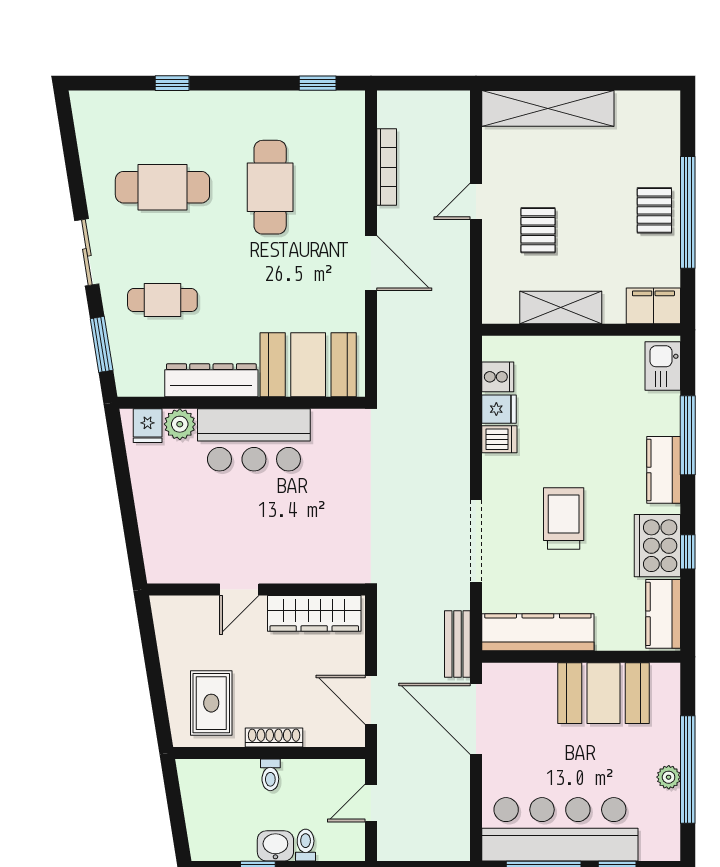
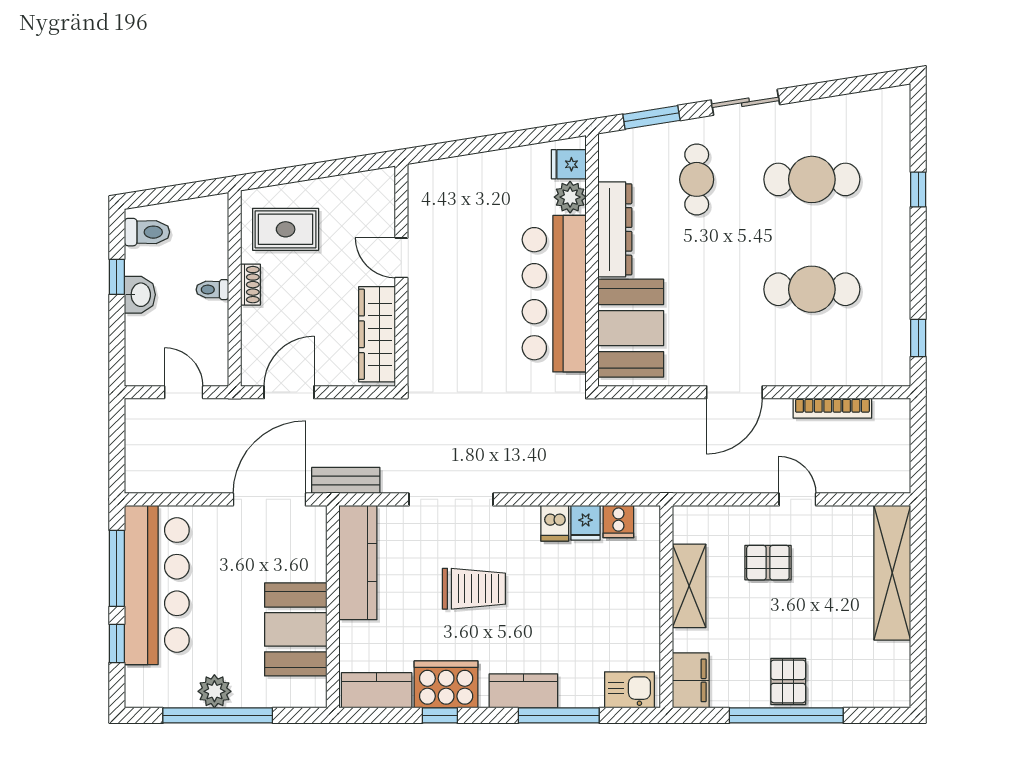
cafe table: (162, 187) -> (812, 179), turned 90
pallet: (654, 210) -> (788, 681), turned 90
bar counter: (254, 440) -> (554, 294), width x1.36
shoe rack: (274, 738) -> (250, 285), width x0.70
plant: (669, 777) -> (214, 691), width x1.38, depth x1.38
toilet: (306, 845) -> (147, 232), moved, width x1.37, depth x1.39

